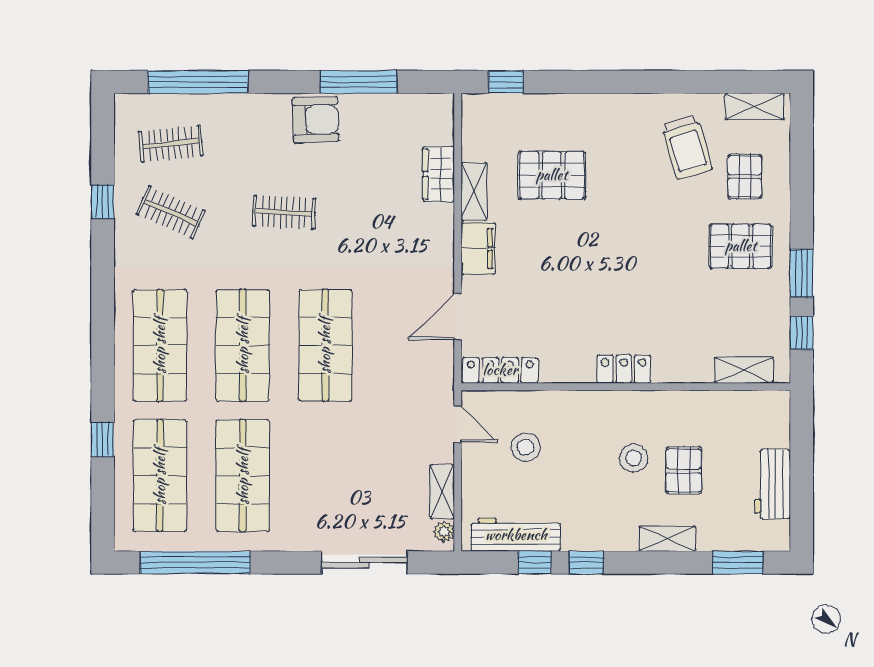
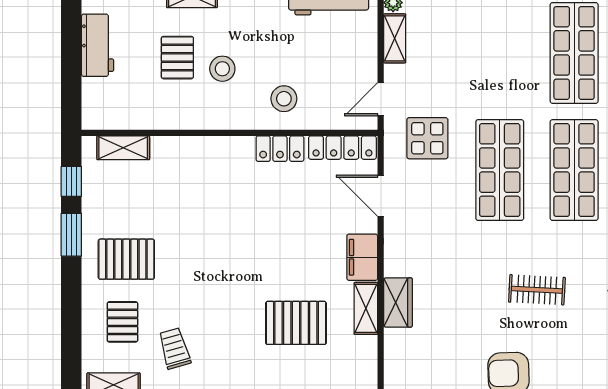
trolley: (687, 147) -> (175, 348), width x0.73, depth x0.72
wardrobe: (438, 174) -> (398, 302), moved
door: (458, 317) -> (381, 196), swing flipped
locker: (624, 369) -> (280, 149), moved
display table: (406, 381) -> (427, 138), added
door: (458, 424) -> (381, 99), hinge flipped
stool: (526, 447) -> (284, 99), moved

